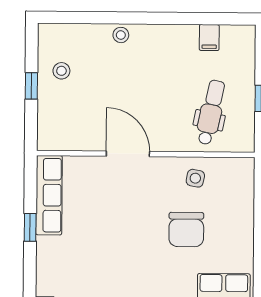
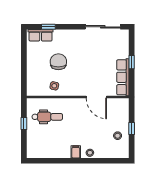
filing cabinet: (209, 38) -> (76, 152), moved
dental chair: (211, 112) -> (47, 117), turned -102
door: (128, 154) -> (96, 97), moved

